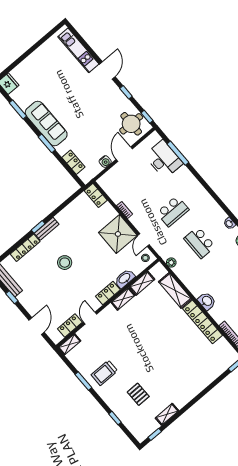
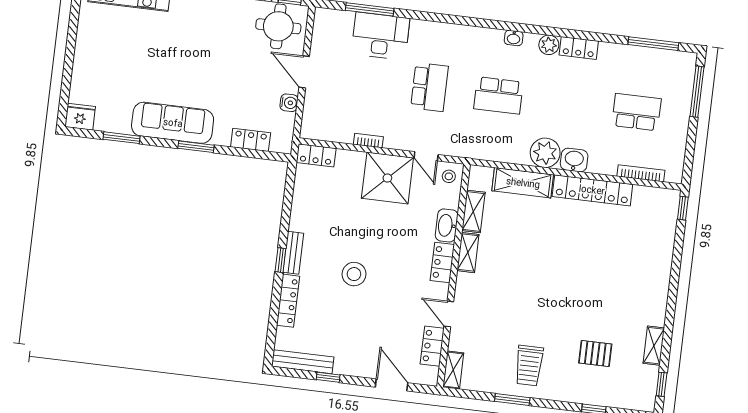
desk: (164, 159) -> (381, 36), moved
plant: (171, 263) -> (545, 153), moved, width x1.88, depth x1.88

